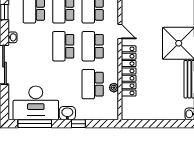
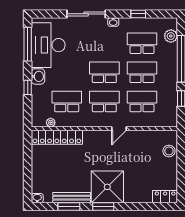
locker: (129, 71) -> (57, 137), moved
plant: (114, 88) -> (51, 123), moved

